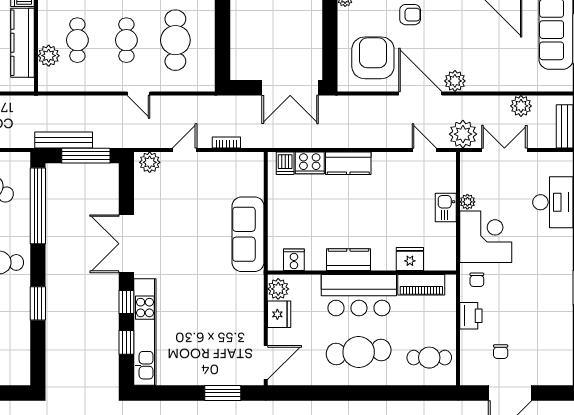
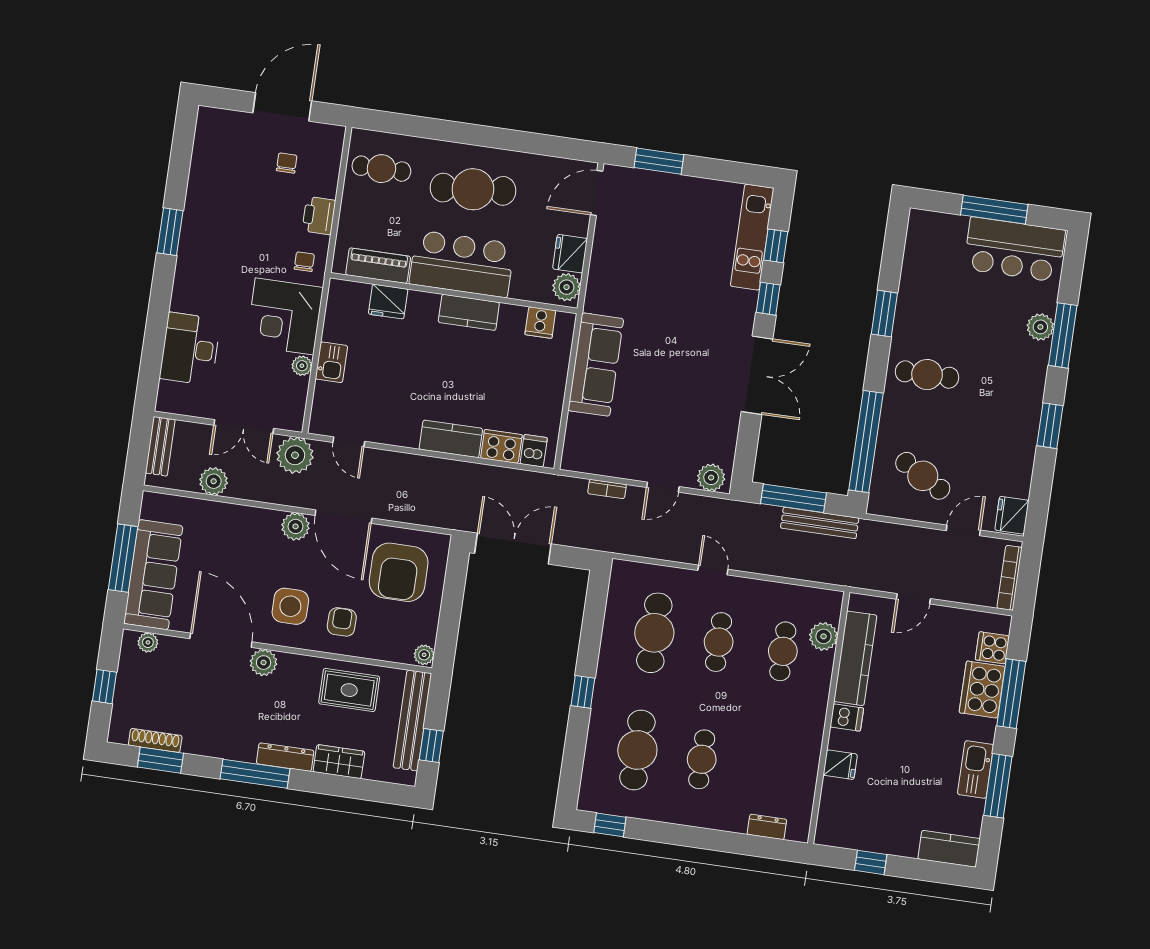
armchair: (410, 15) -> (342, 622), turned 90
side table: (450, 21) -> (290, 606), added
kitchen unit: (145, 332) -> (752, 237), width x0.73

